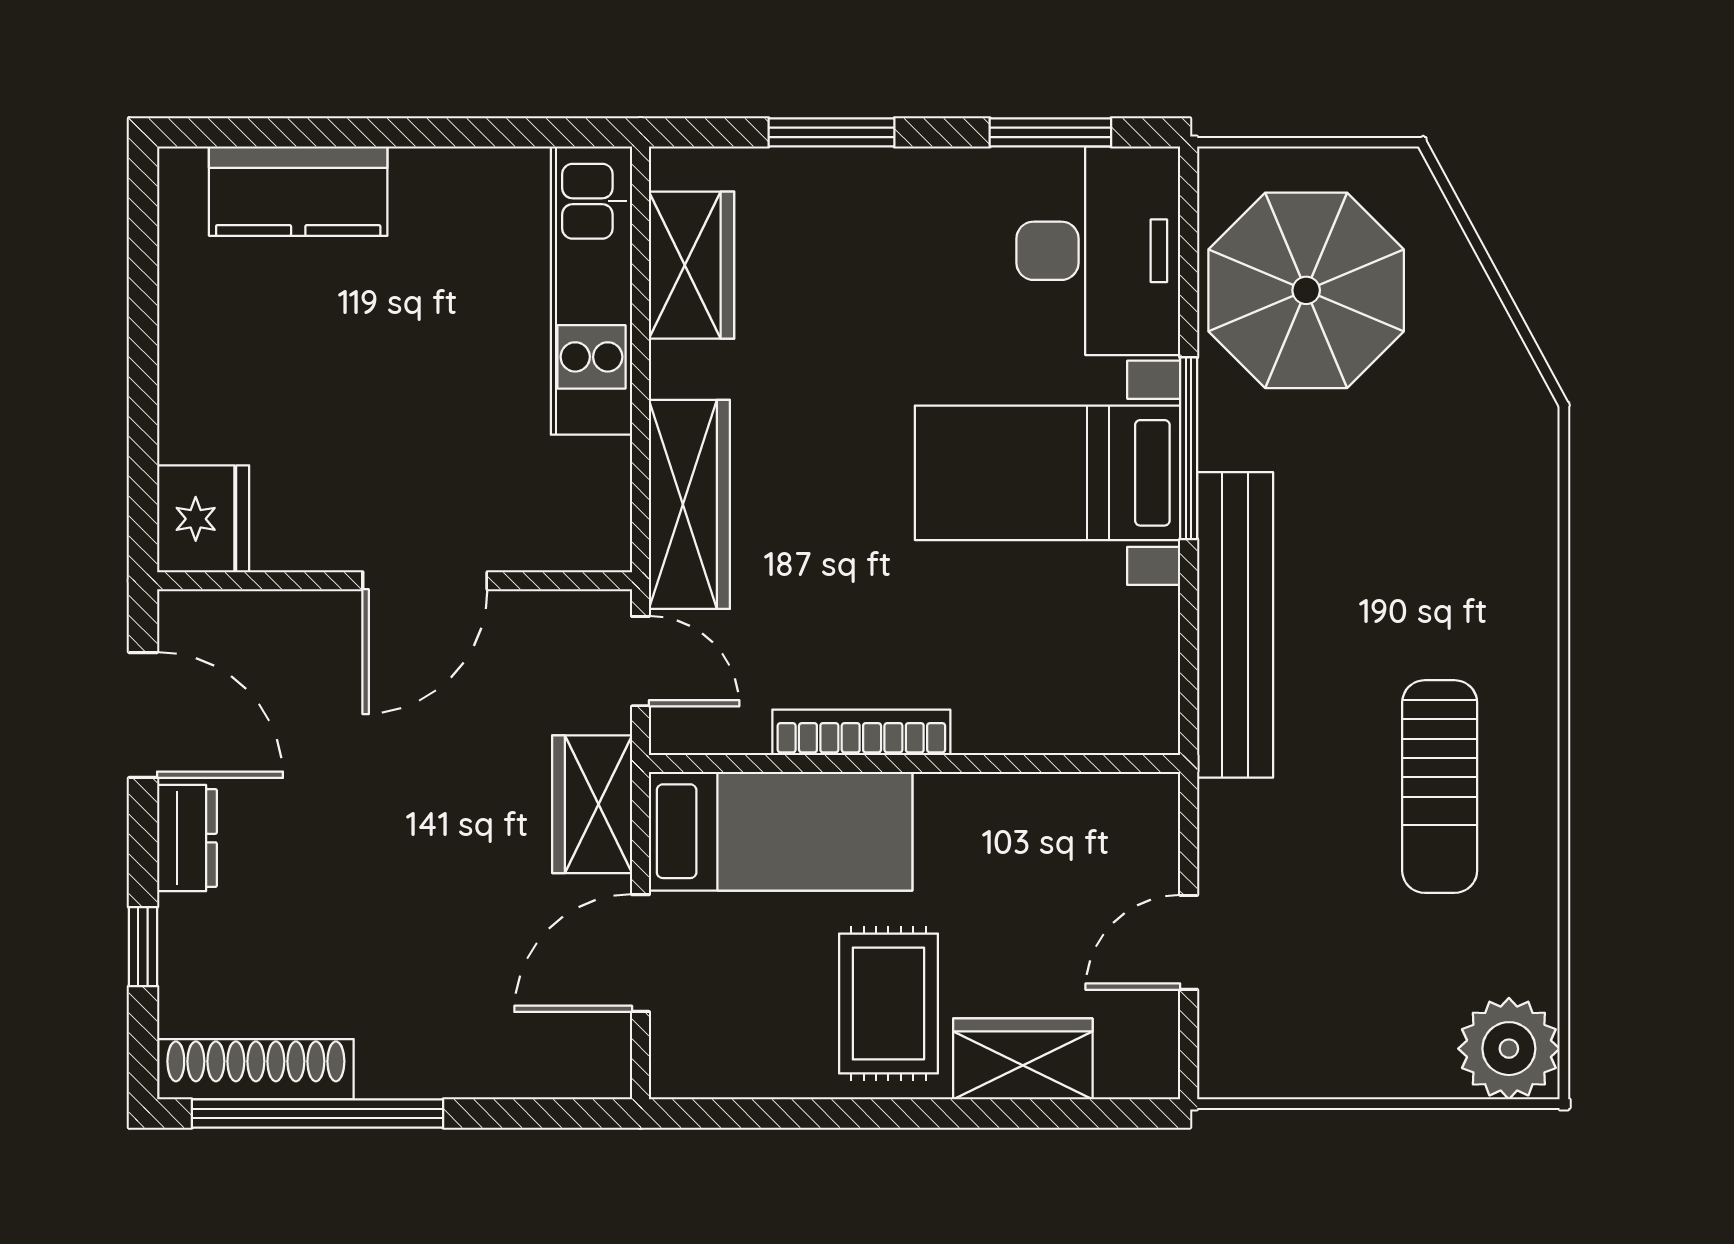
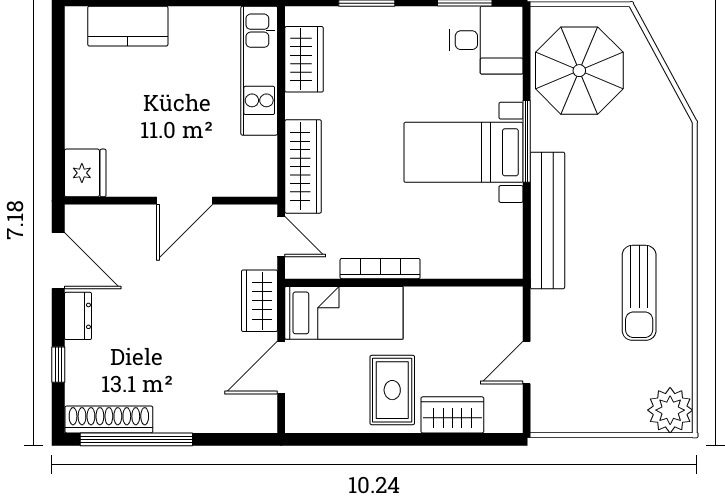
desk: (1098, 251) -> (486, 40), width x0.73

